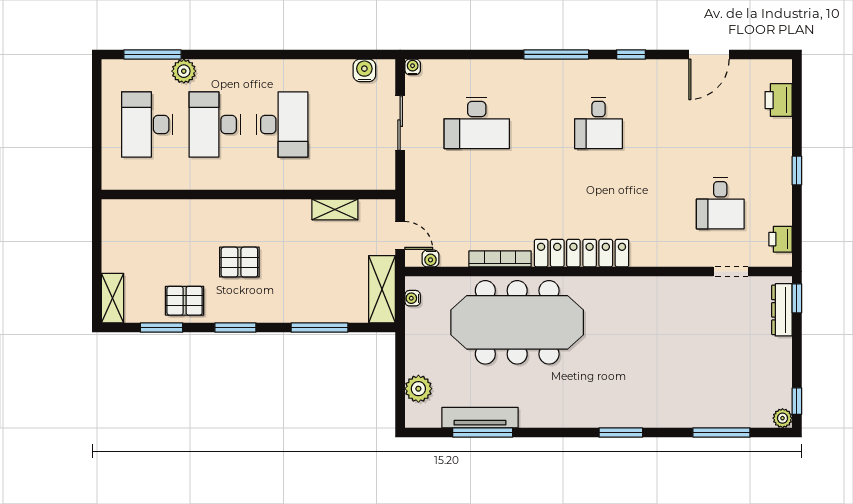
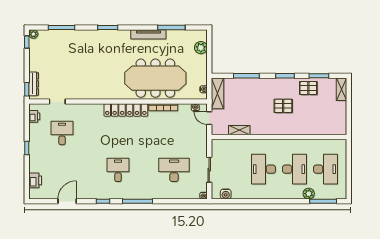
tv unit: (480, 418) -> (148, 34), moved

